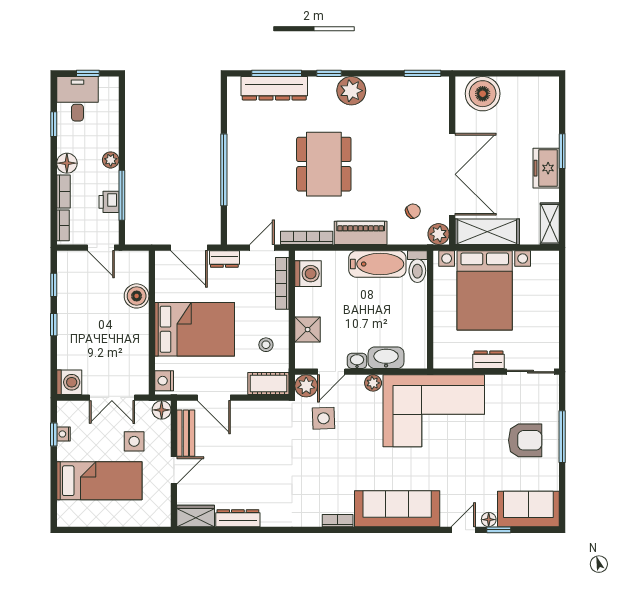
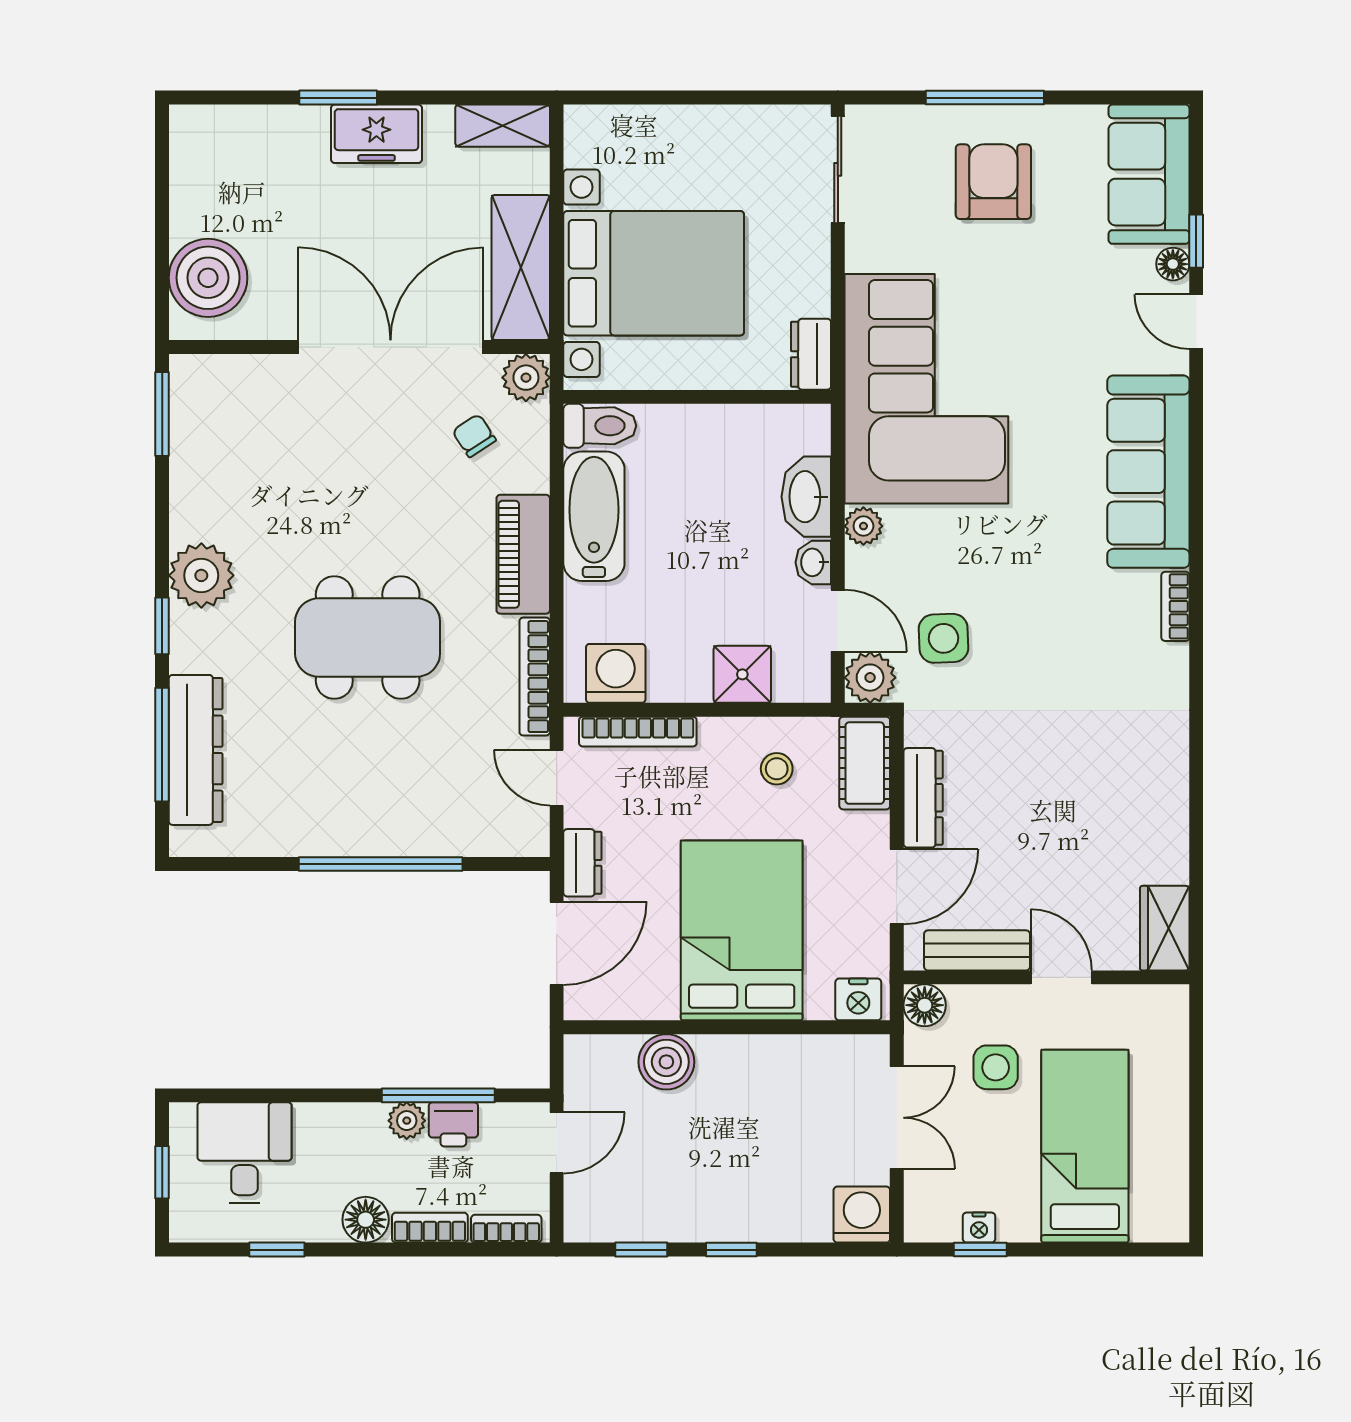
desk: (77, 99) -> (244, 1153), moved, turned 90
plant: (111, 160) -> (407, 1121), moved
dresser: (488, 360) -> (811, 354), moved
dresser: (238, 518) -> (923, 798), moved, turned 180

